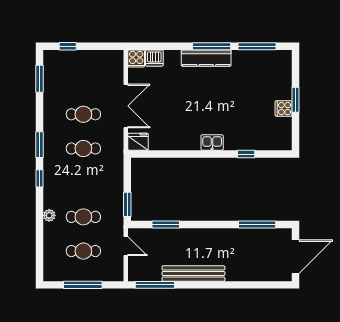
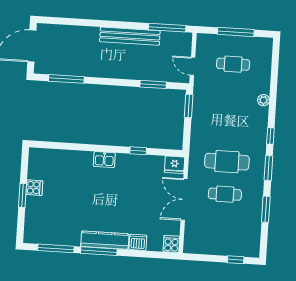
dishwasher: (154, 58) -> (138, 242), moved
window: (40, 79) -> (266, 209), moved
cafe table: (83, 148) -> (227, 162), width x1.37, depth x1.35
window: (246, 154) -> (138, 151), moved
cafe table: (83, 217) -> (231, 97), removed

